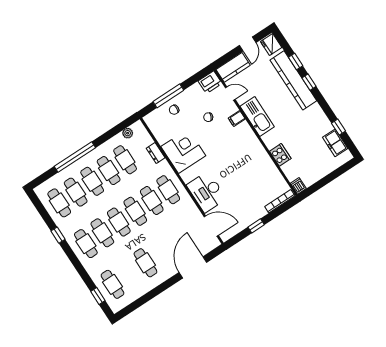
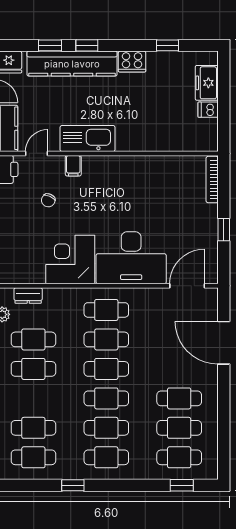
chair: (174, 110) -> (11, 237), removed
freezer: (335, 143) -> (207, 83), moved, turned 90
dresser: (156, 153) -> (28, 296), moved
cooker: (280, 155) -> (132, 62), moved, turned 180
cafe table: (92, 181) -> (179, 428), moved
dishwasher: (298, 186) -> (208, 110), moved
desk: (207, 192) -> (131, 258), width x1.36, depth x1.30

